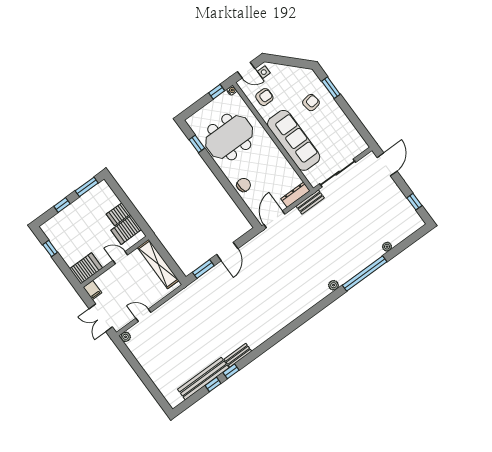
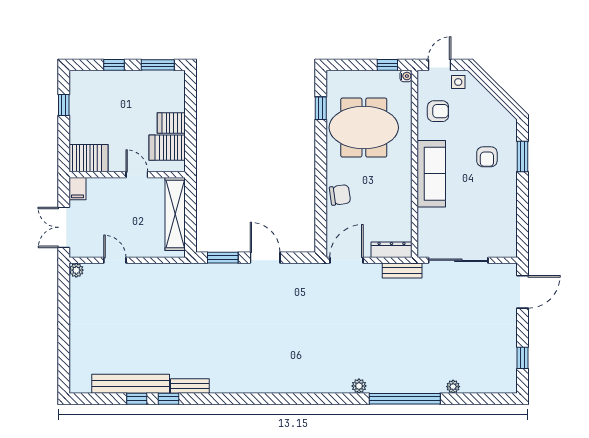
door: (246, 70) -> (439, 65), swing flipped
armchair: (311, 103) -> (487, 157), turned 99
sofa: (294, 140) -> (431, 174), width x0.74, depth x0.79
door: (227, 252) -> (265, 258), swing flipped

